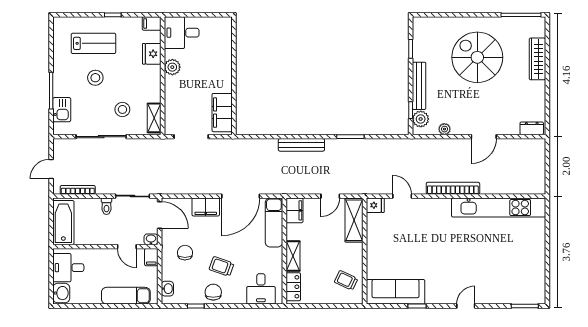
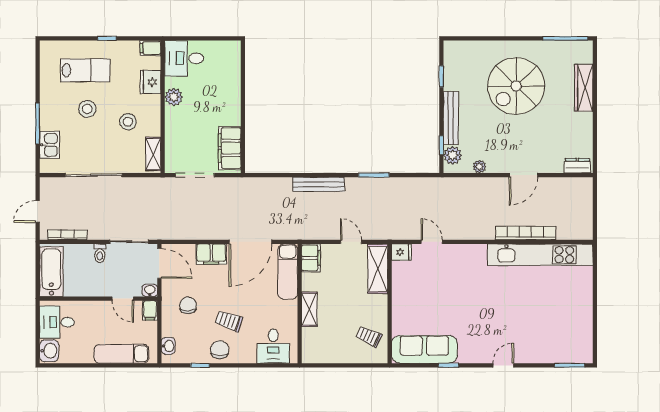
spiral stairs: (477, 57) -> (516, 86), turned -90
stool: (122, 109) -> (128, 122), moved
bookcase: (453, 188) -> (526, 233), moved
door: (330, 196) -> (351, 242), swing flipped
locker: (293, 287) -> (310, 344), removed

